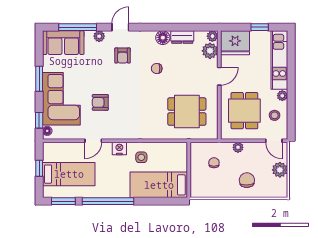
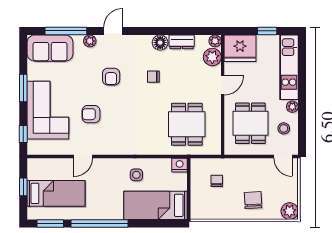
armchair: (123, 56) -> (111, 77), moved
dining table: (187, 112) -> (187, 124), turned 90
floor lamp: (47, 131) -> (32, 146), removed
plant: (238, 147) -> (243, 164), removed
nightstand: (119, 148) -> (180, 165), moved
plant: (280, 170) -> (290, 211), moved

